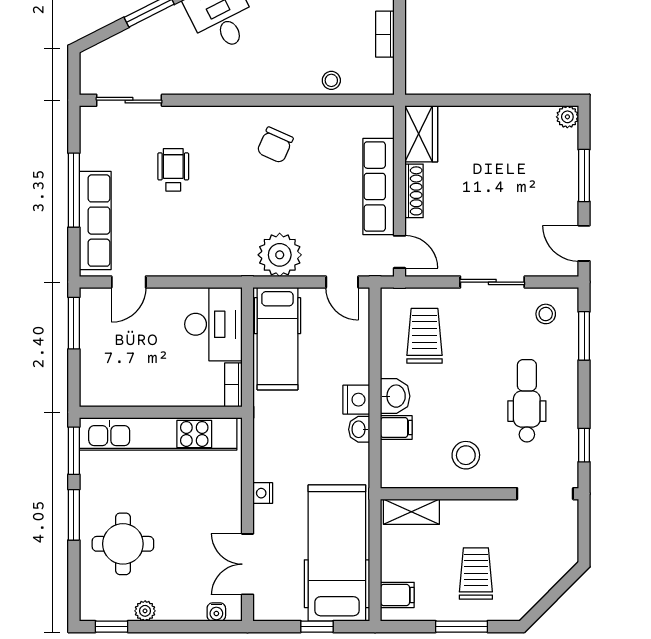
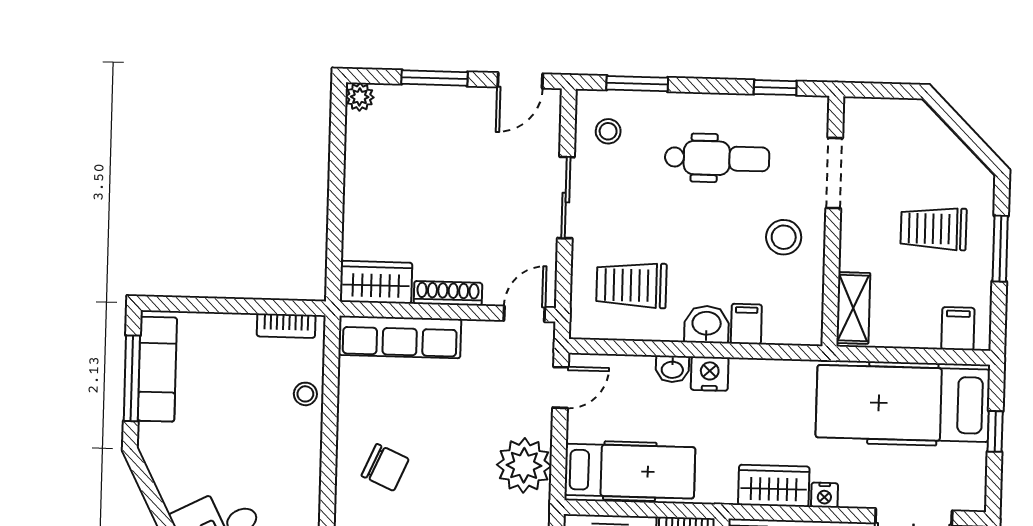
bookcase: (385, 34) -> (286, 326), moved
row of seats: (378, 187) -> (400, 337), moved
dental chair: (527, 401) -> (717, 158), turned 180
washbasin: (359, 429) -> (672, 369), moved
wardrobe: (269, 453) -> (774, 486), added
doorway: (545, 494) -> (834, 173), moved

